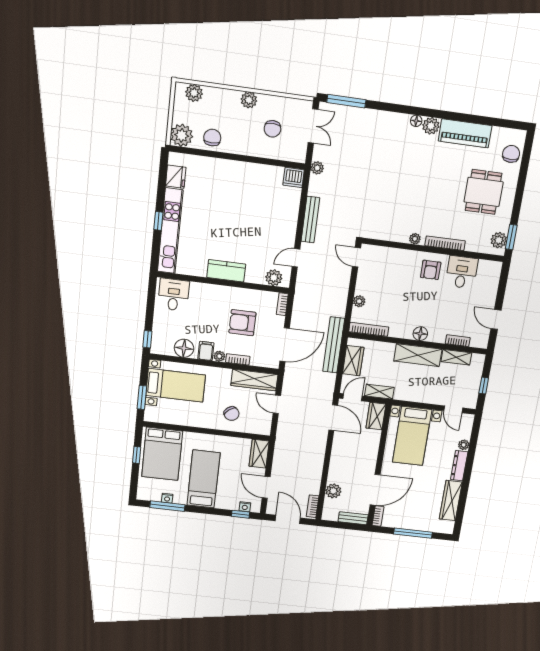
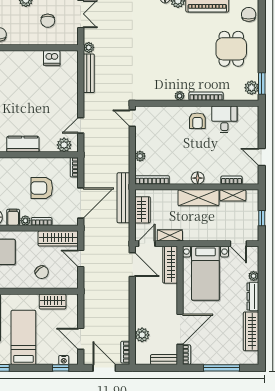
dishwasher: (294, 177) -> (52, 58), moved
bench: (310, 220) -> (89, 73), moved
wardrobe: (376, 416) -> (170, 265), width x1.50
wardrobe: (259, 454) -> (53, 301), moved, turned -90

